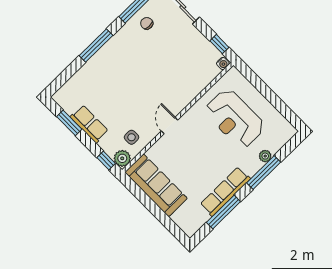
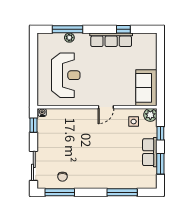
window: (96, 46) -> (122, 192), moved
window: (106, 160) -> (160, 133), moved
window: (264, 172) -> (68, 29), moved
sofa: (156, 185) -> (146, 88), width x0.73
window: (223, 212) -> (123, 29), width x0.46

